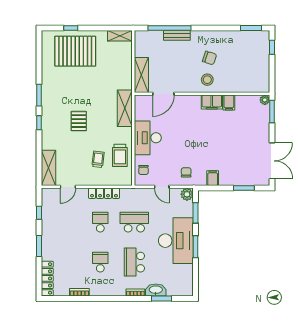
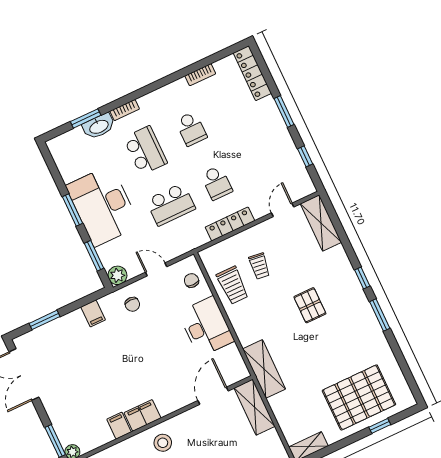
shelving: (125, 108) -> (264, 369), moved
trolley: (120, 155) -> (233, 285), turned 180

